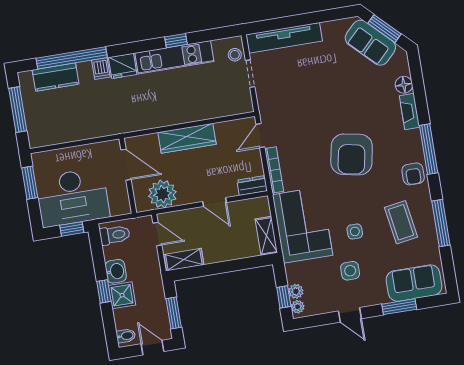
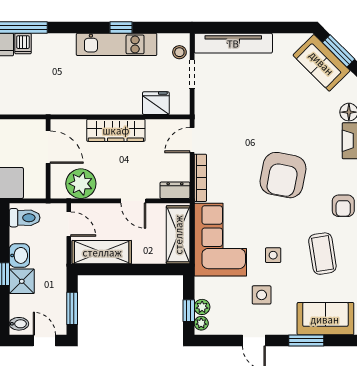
fridge: (123, 66) -> (156, 103), moved, turned 180
dishwasher: (101, 69) -> (23, 44), moved
shelving: (266, 236) -> (178, 235), width x1.50, depth x1.33
shelving: (184, 260) -> (102, 252), width x1.50, depth x1.33

